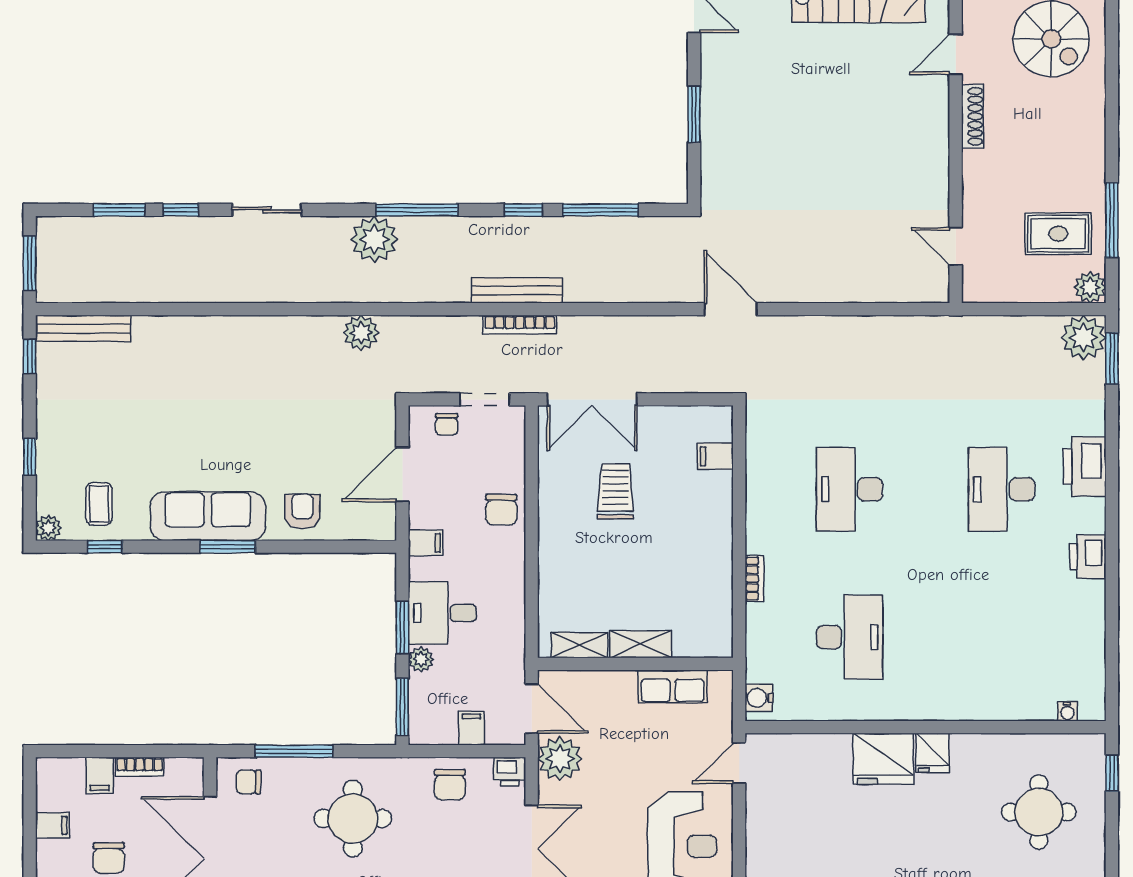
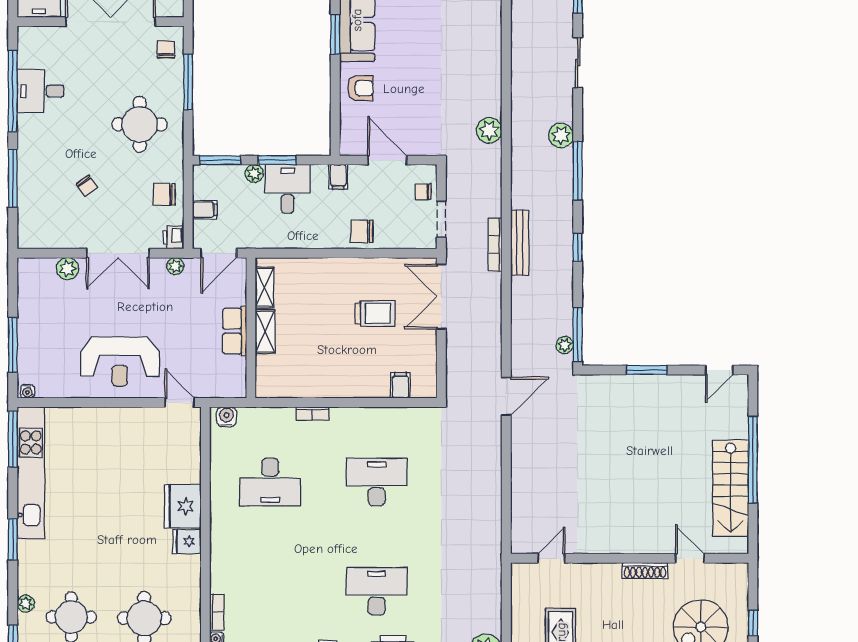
window: (600, 210) -> (578, 334), moved
plant: (659, 228) -> (565, 345), added
plant: (374, 239) -> (561, 135), width x0.73, depth x0.73
row of seats: (673, 686) -> (235, 331), moved
bookcase: (1030, 711) -> (217, 612), added
plant: (560, 759) -> (175, 266), width x0.53, depth x0.53

